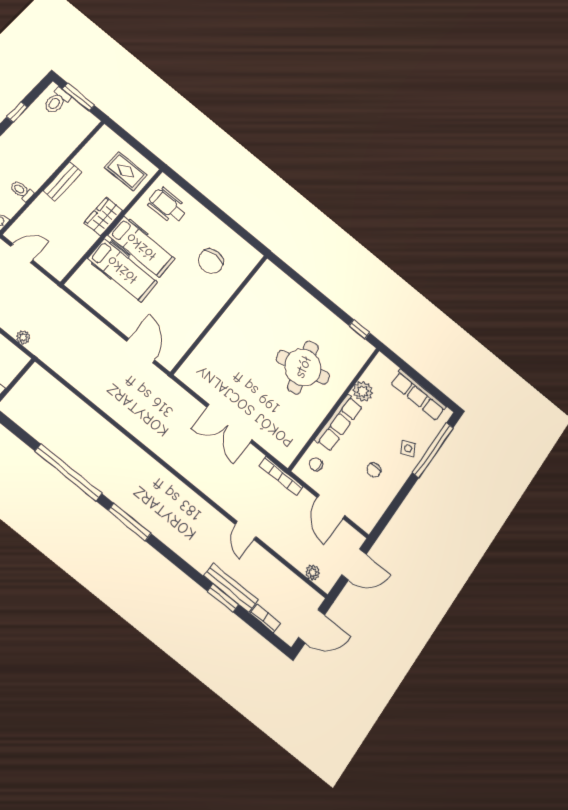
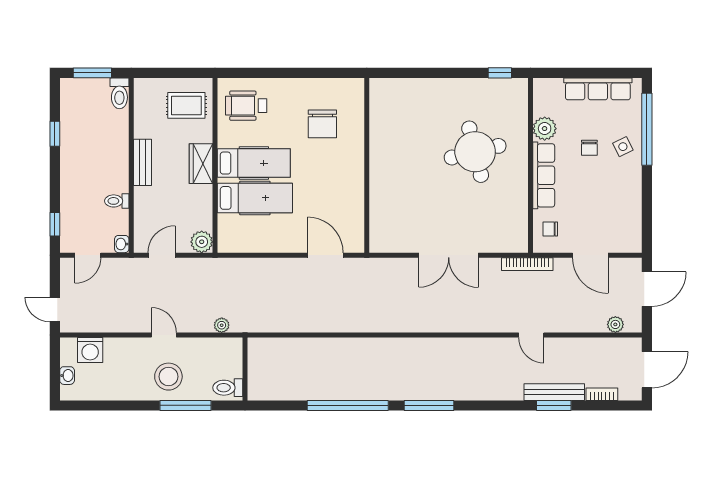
toilet: (57, 101) -> (119, 93), moved
plant: (59, 268) -> (202, 242), added
chair: (374, 470) -> (589, 148), moved

